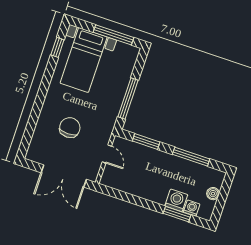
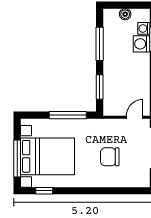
window: (113, 35) -> (17, 158), moved
bed with nightstands: (84, 60) -> (47, 156), width x1.36
door: (107, 154) -> (135, 117), moved

